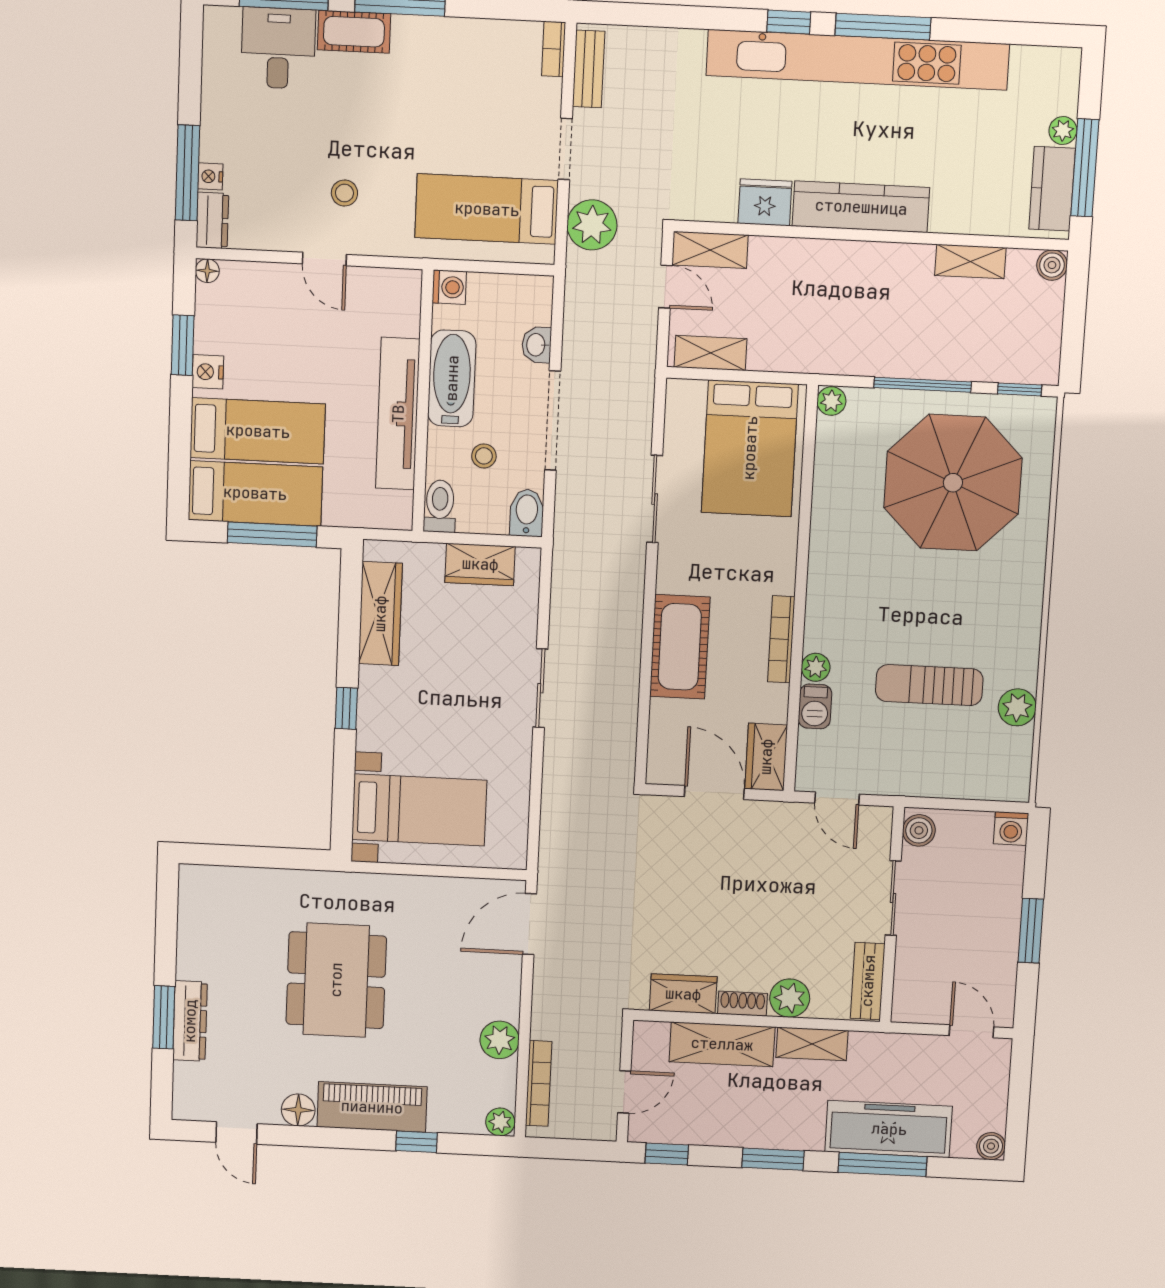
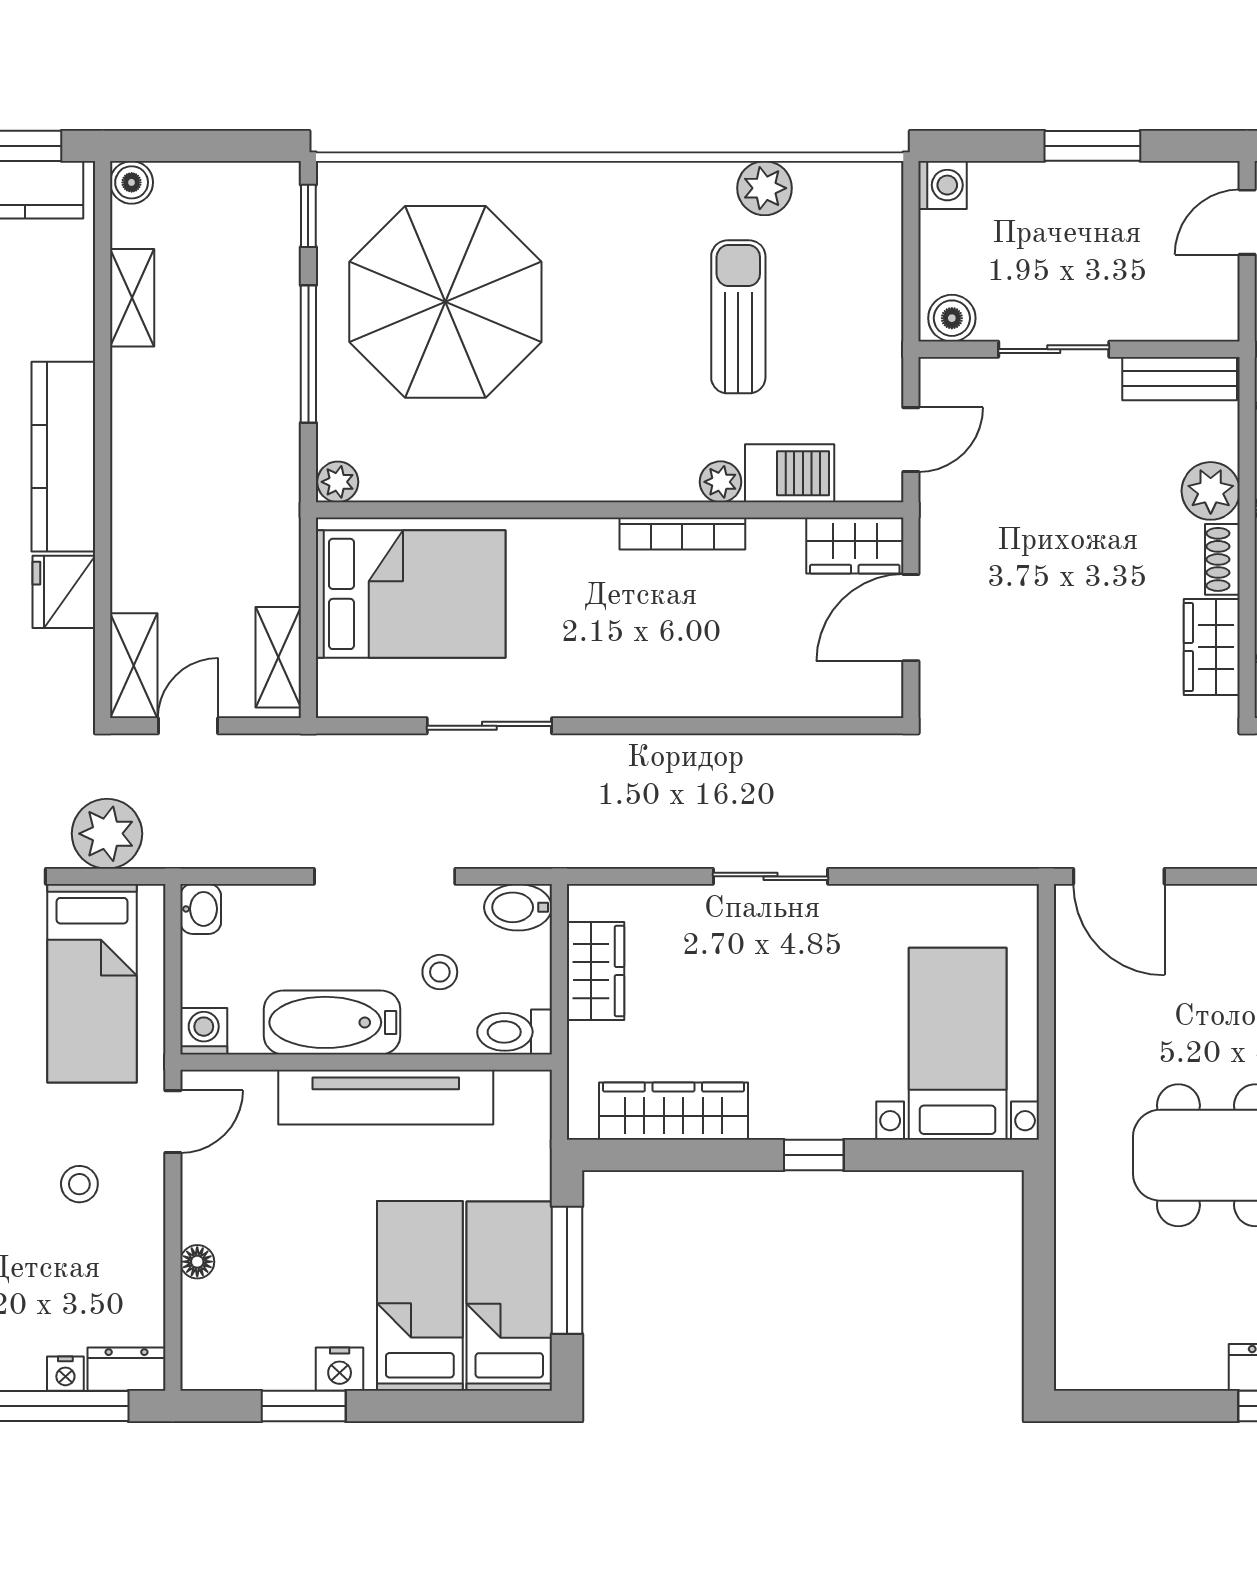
door: (324, 259) -> (173, 1122), moved
floor lamp: (207, 271) -> (197, 1262), moved
washbasin: (537, 345) -> (201, 909), moved, turned -90
cot: (680, 647) -> (700, 679), removed
sun lounger: (929, 685) -> (738, 317), turned 180
barbecue: (815, 706) -> (790, 473), width x1.38, depth x1.27

